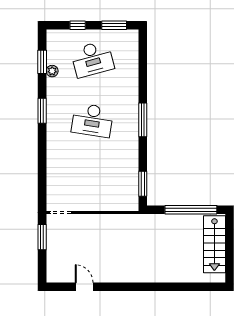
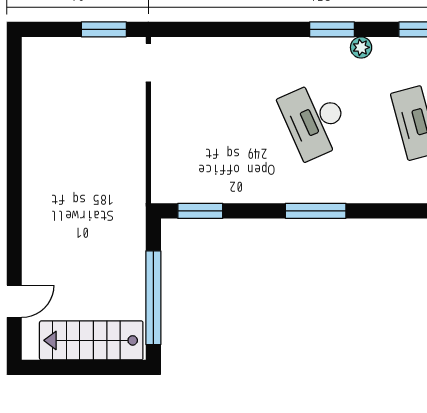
plant: (52, 71) -> (361, 47), moved
desk: (92, 120) -> (315, 120), turned -33
door: (84, 287) -> (14, 301), moved

